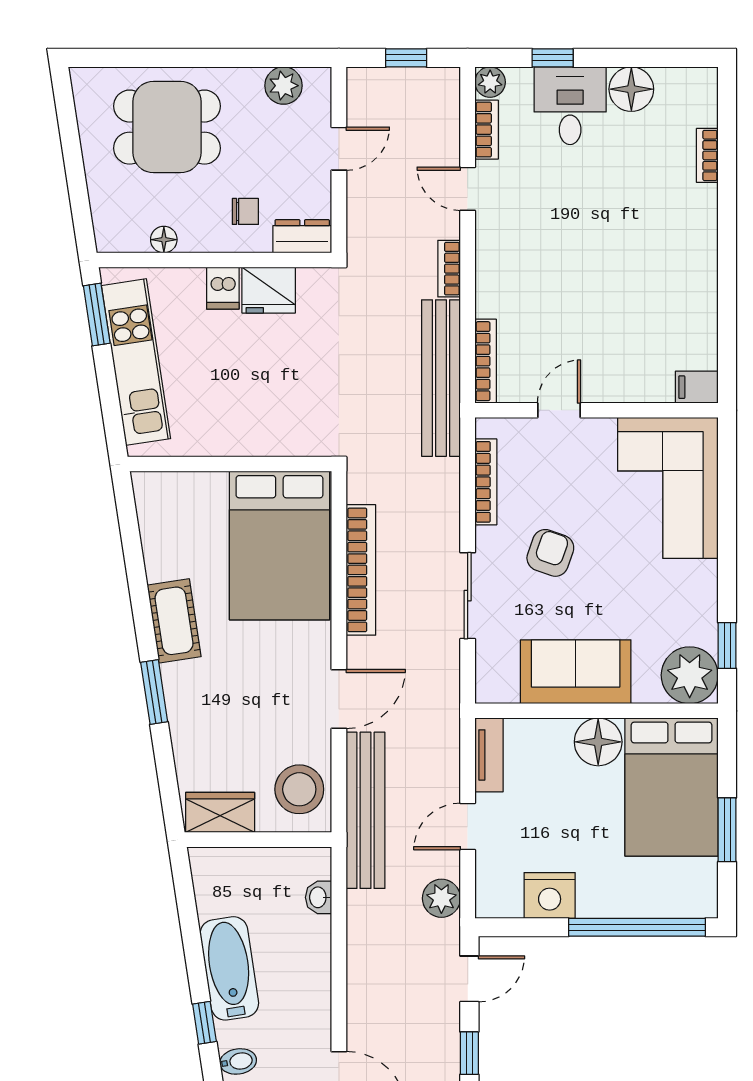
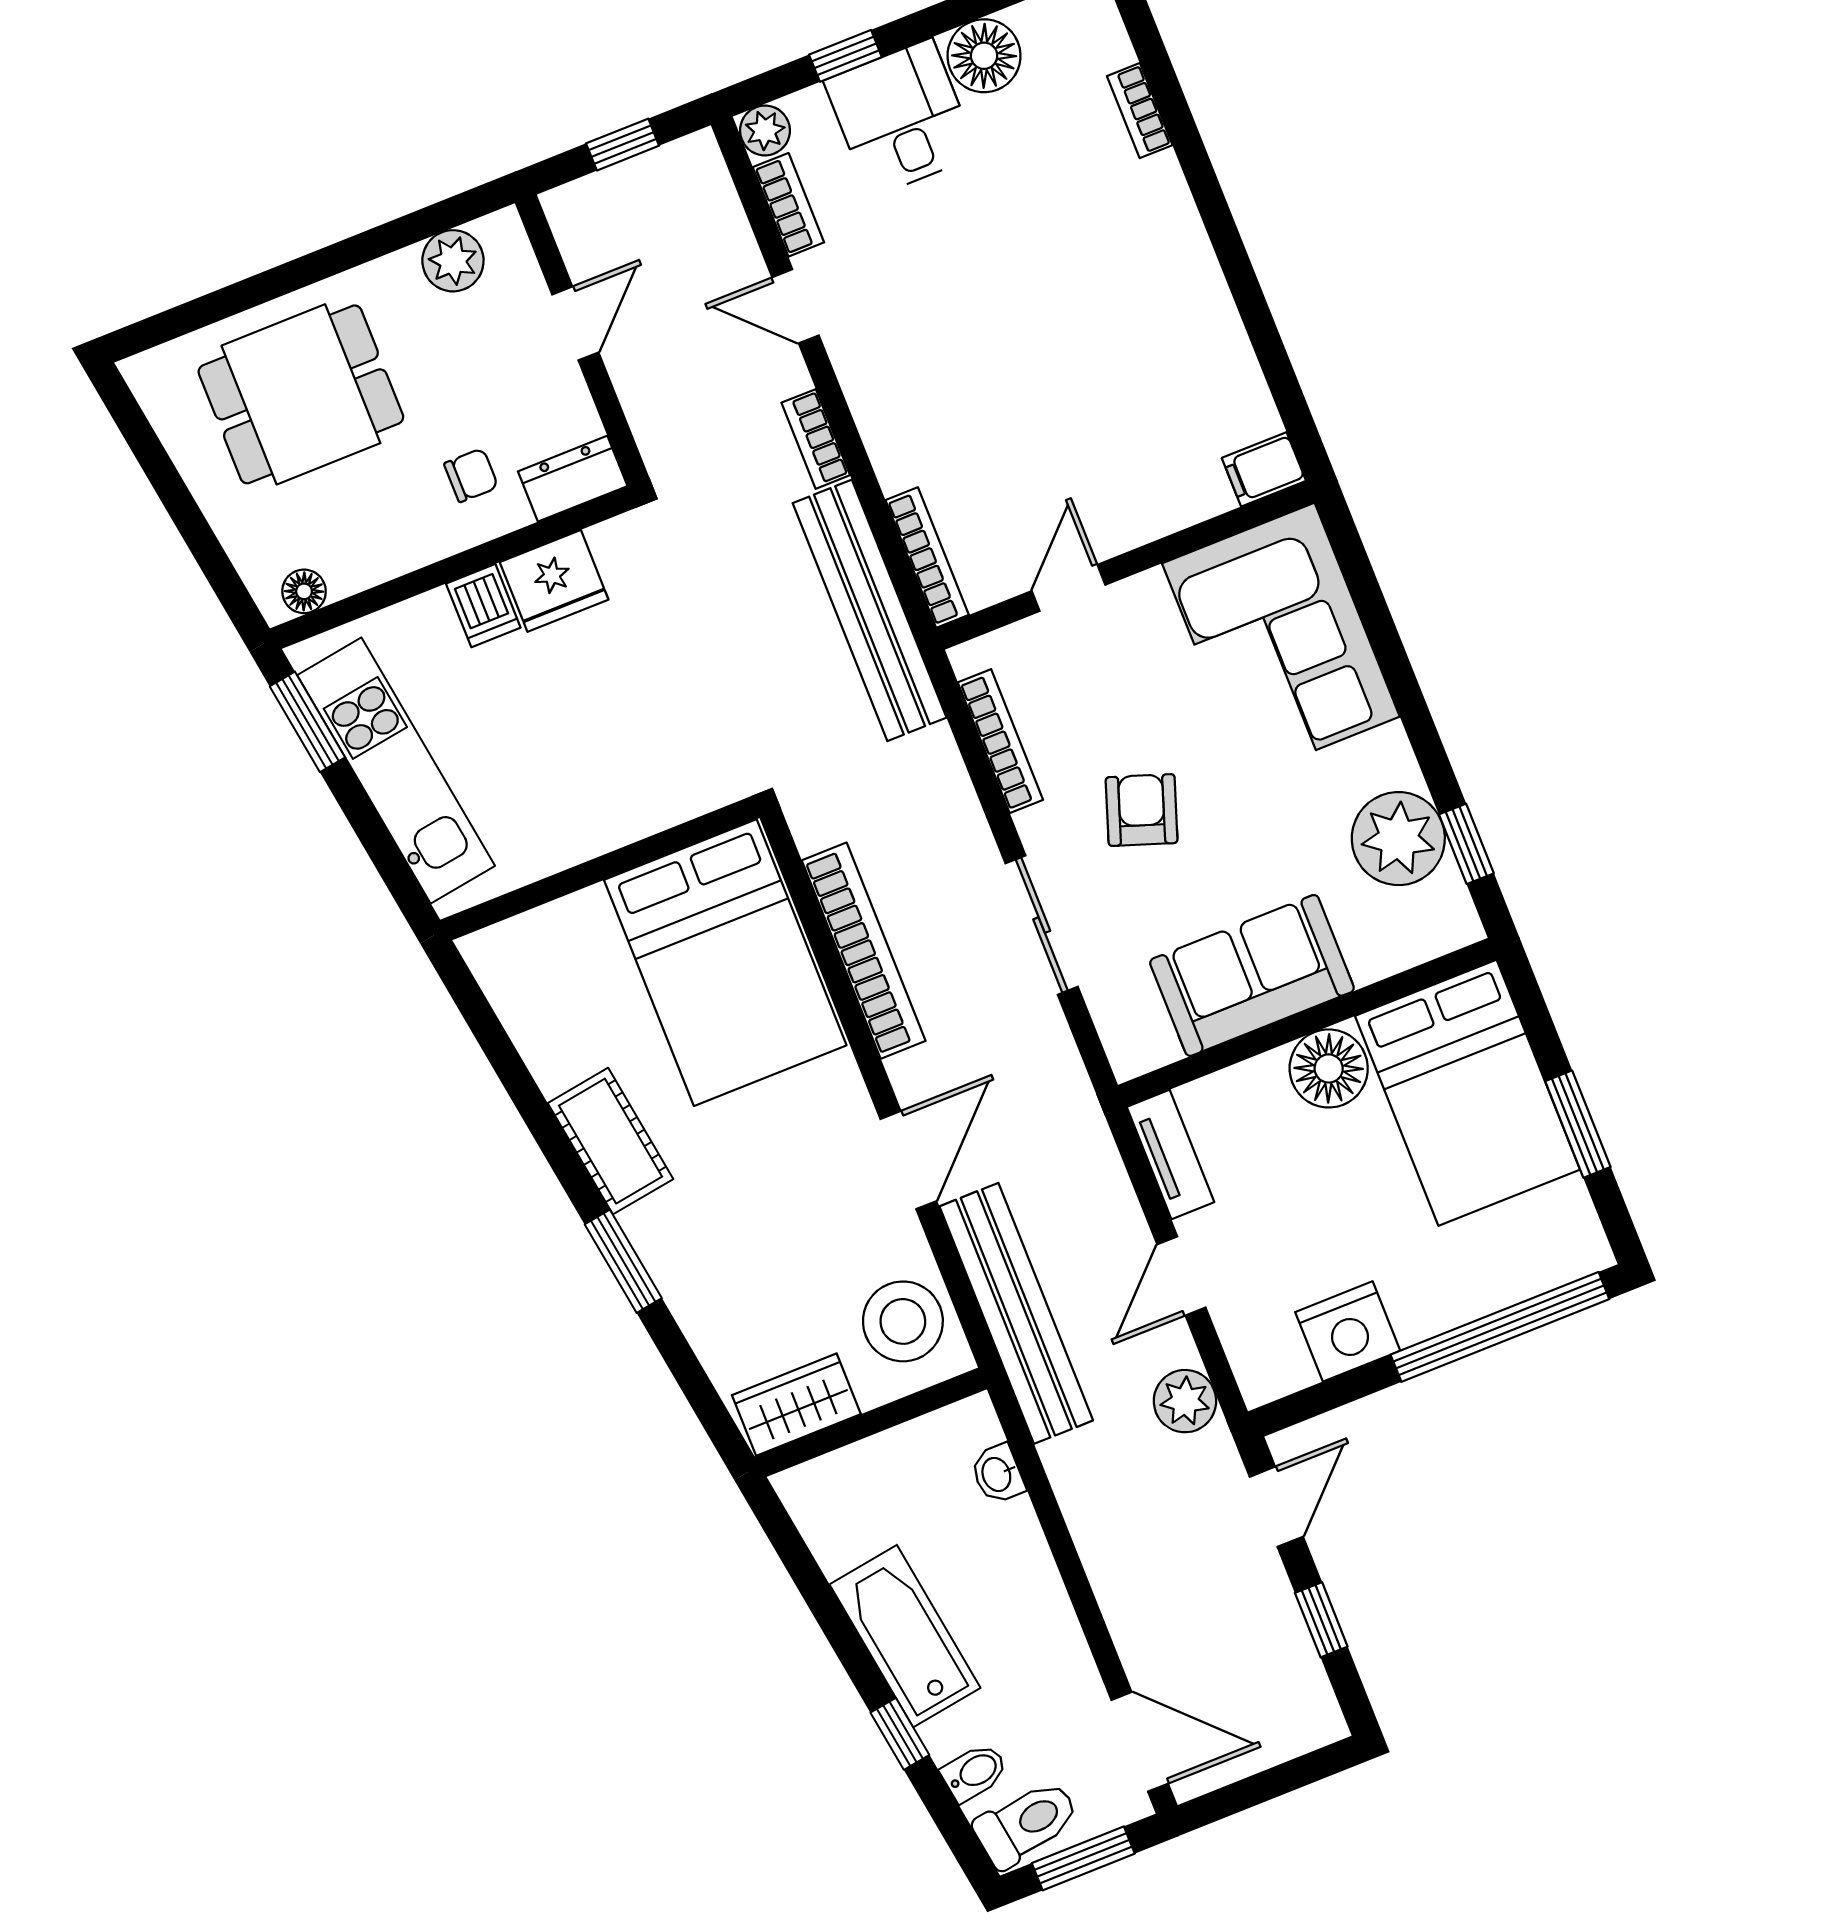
floor lamp: (164, 240) -> (304, 591), moved
plant: (690, 675) -> (1398, 839), moved

